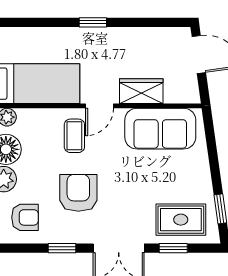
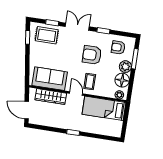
wardrobe: (141, 91) -> (51, 97), width x1.50
door: (100, 106) -> (76, 93), hinge flipped
armchair: (78, 193) -> (92, 55), turned 90

